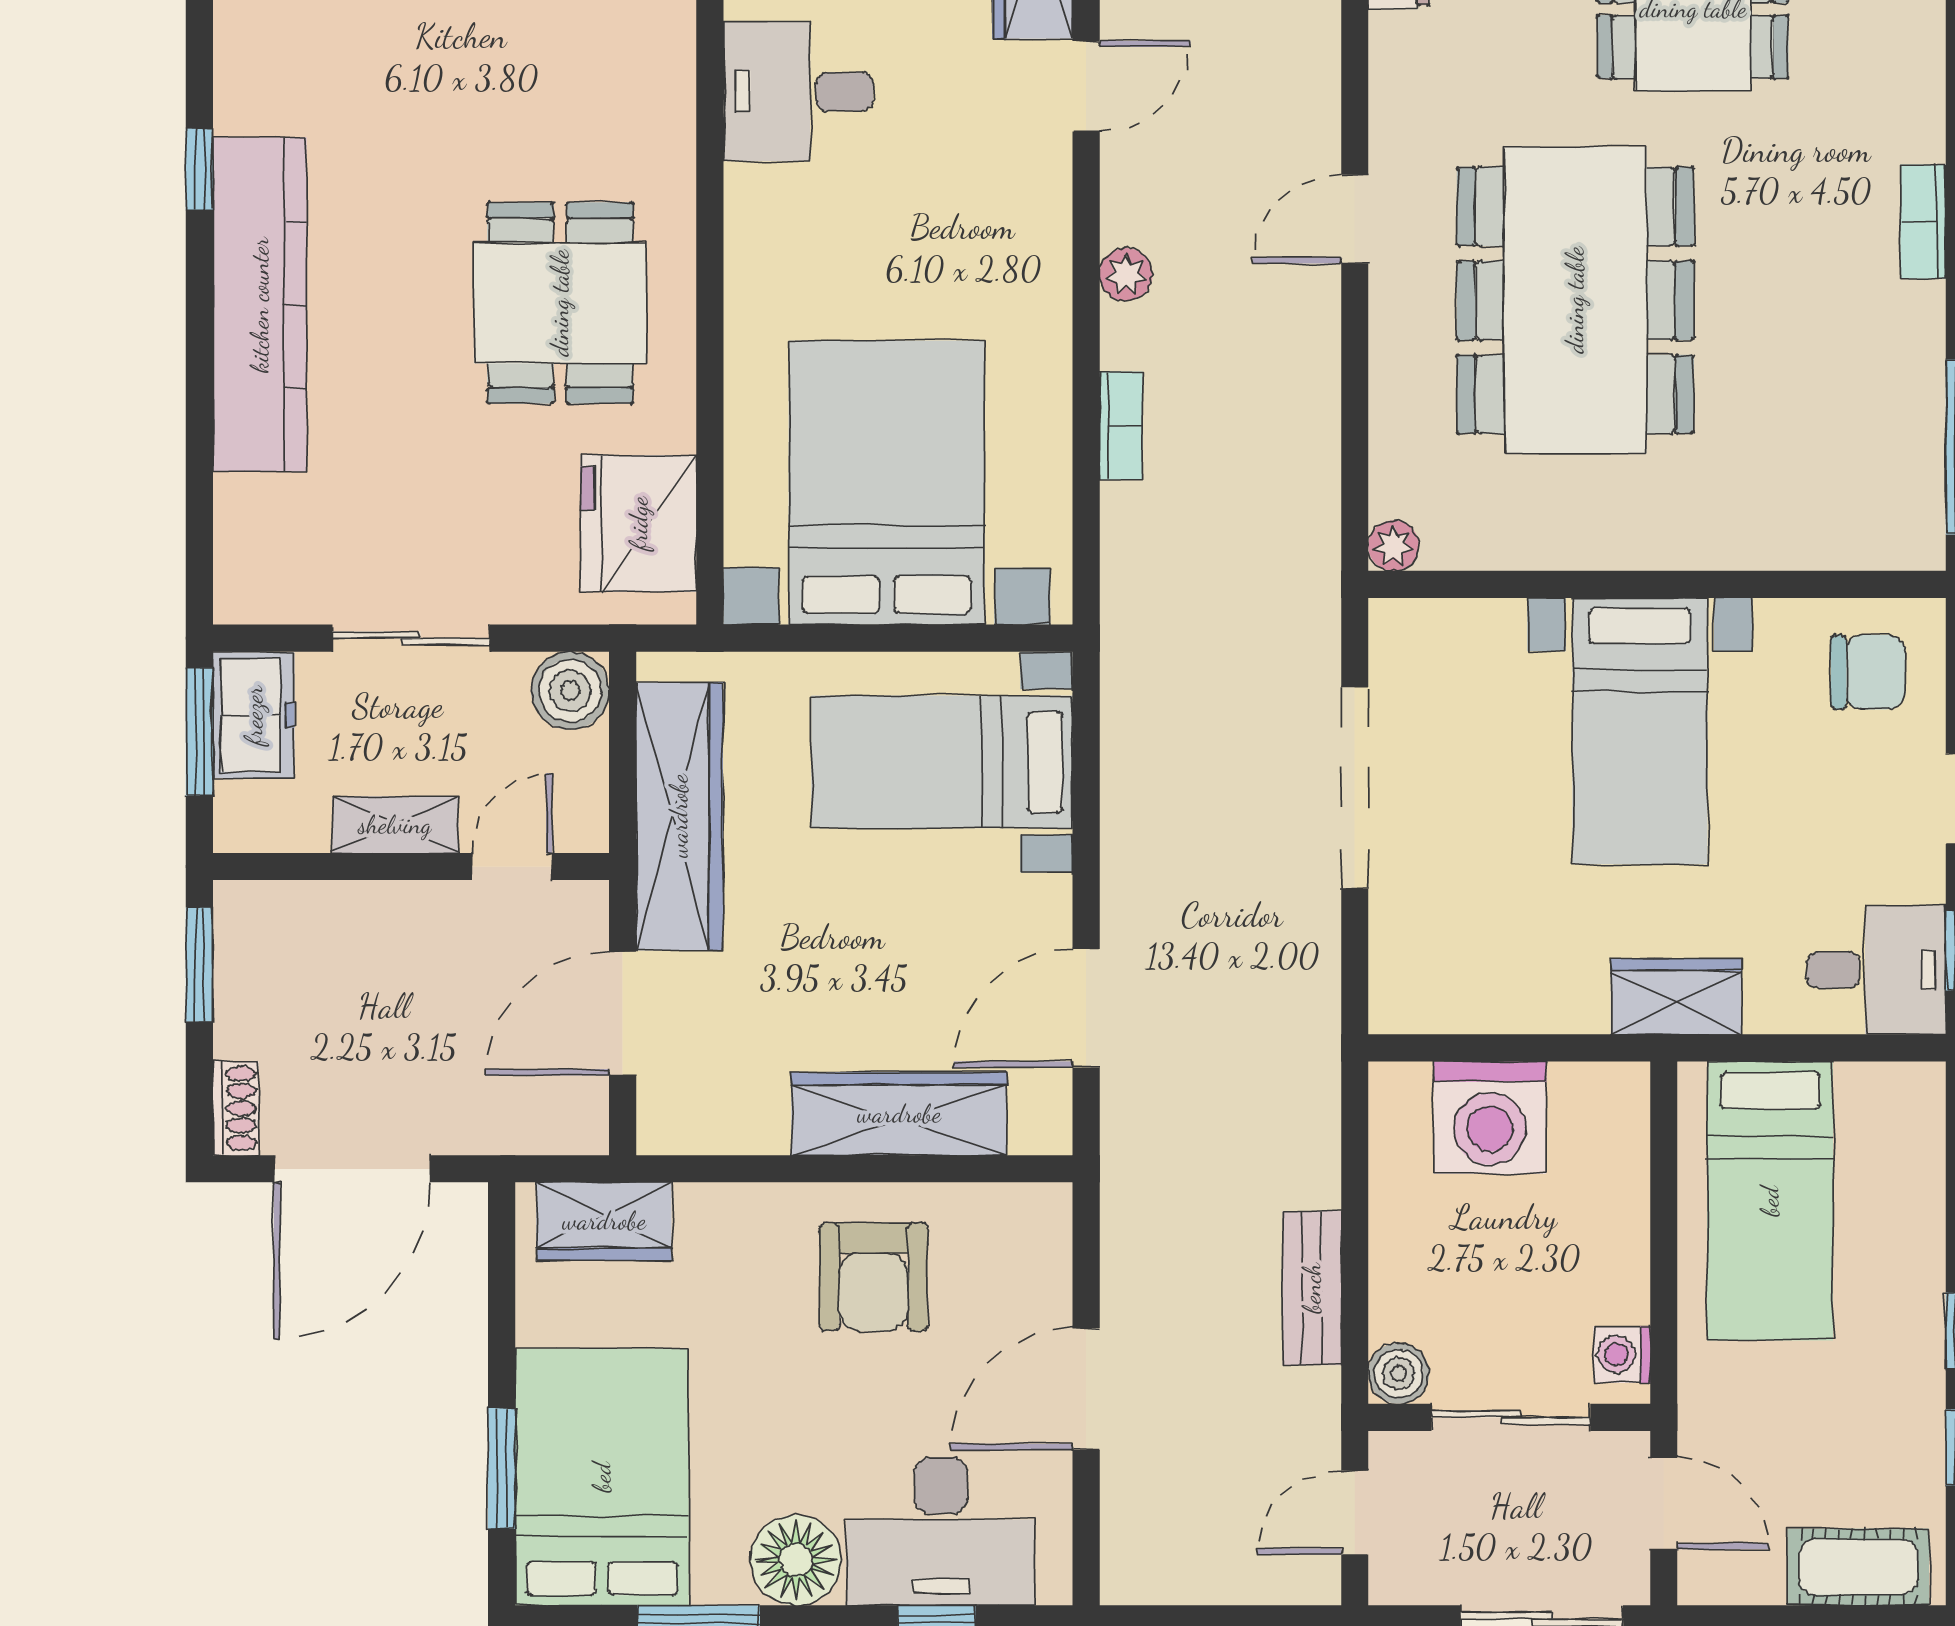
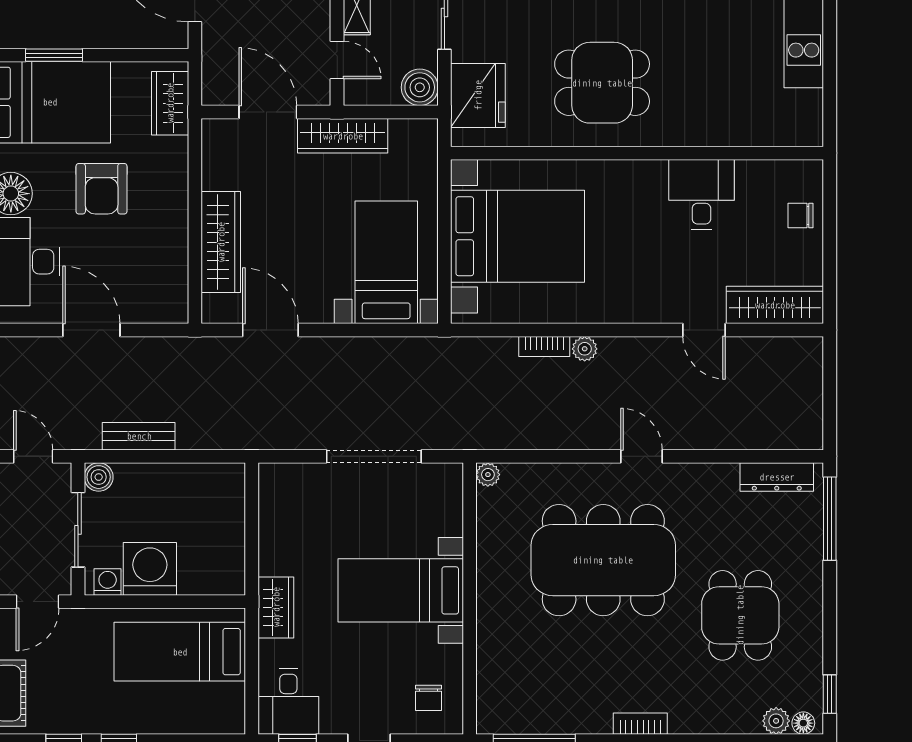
plant: (1126, 274) -> (585, 349), moved
fridge: (639, 523) -> (478, 95), moved, turned 90
chair: (1868, 672) -> (428, 698), width x0.73, depth x0.73
wardrobe: (679, 816) -> (343, 136), width x0.71, depth x0.85
washing machine: (1490, 1118) -> (150, 569), moved, turned 90
armchair: (874, 1277) -> (102, 189), moved, turned -90

